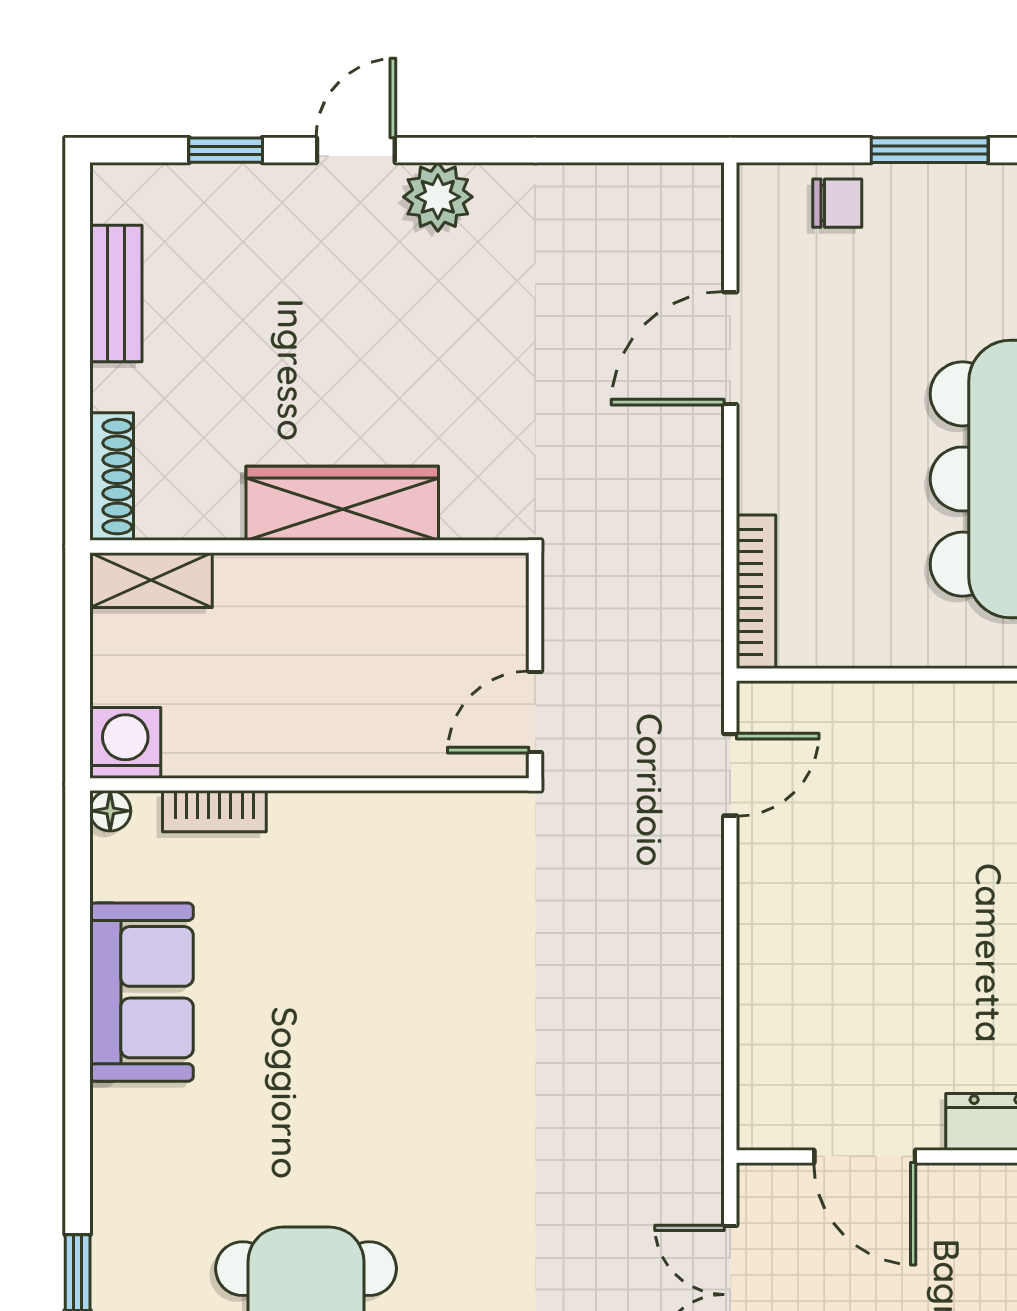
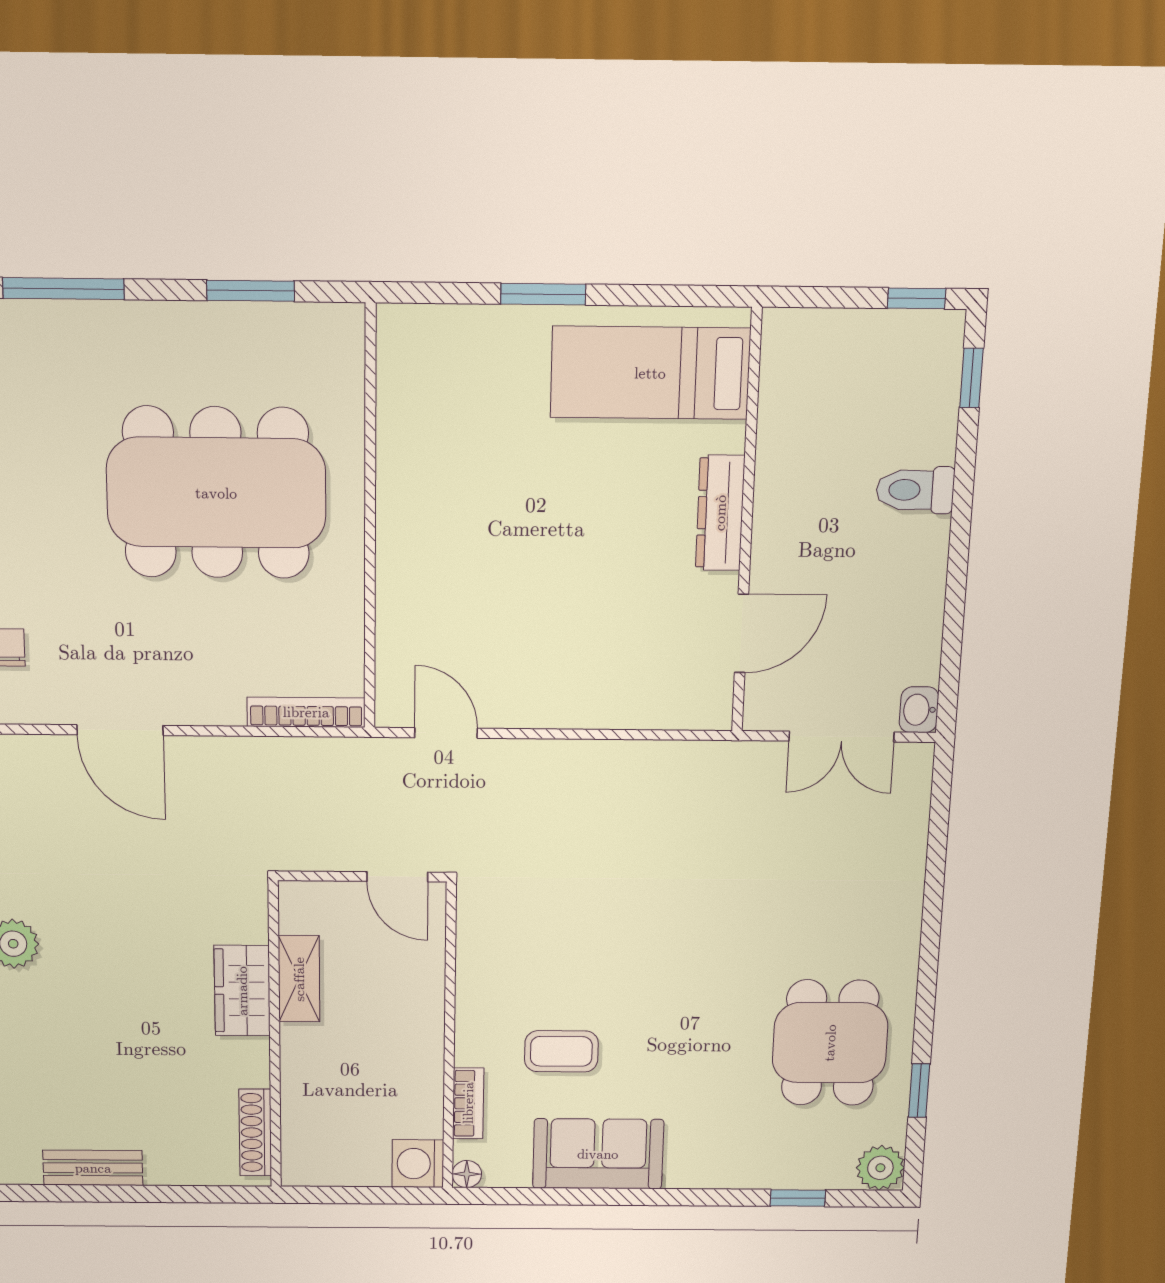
shoe rack: (112, 477) -> (255, 1133), moved, turned -90
wardrobe: (342, 503) -> (242, 991), width x0.67
shelving: (151, 580) -> (299, 979), moved
coffee table: (291, 937) -> (561, 1051), added

